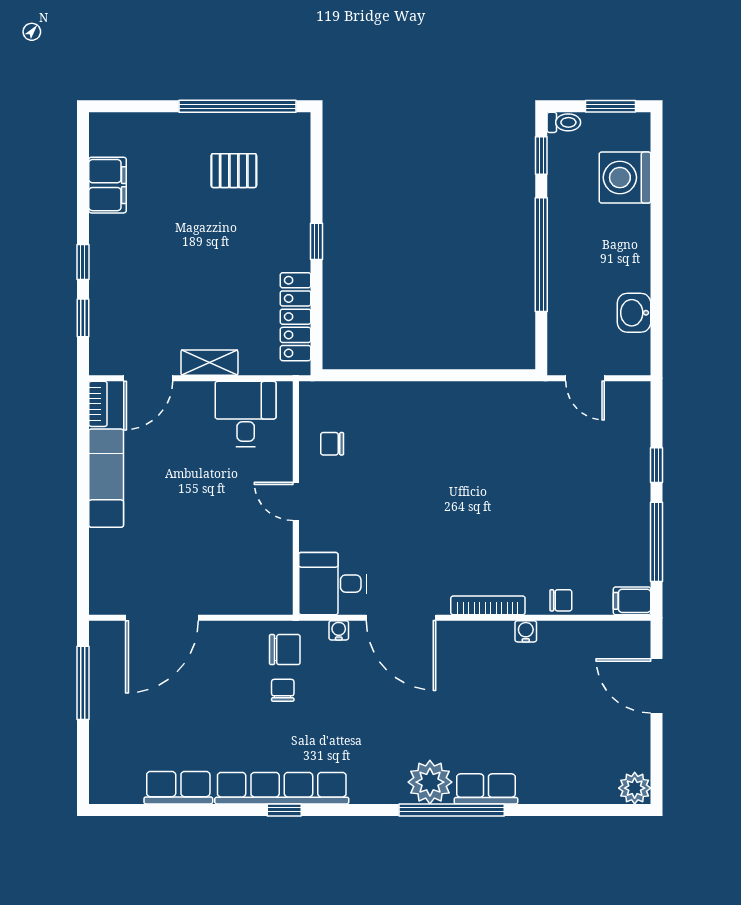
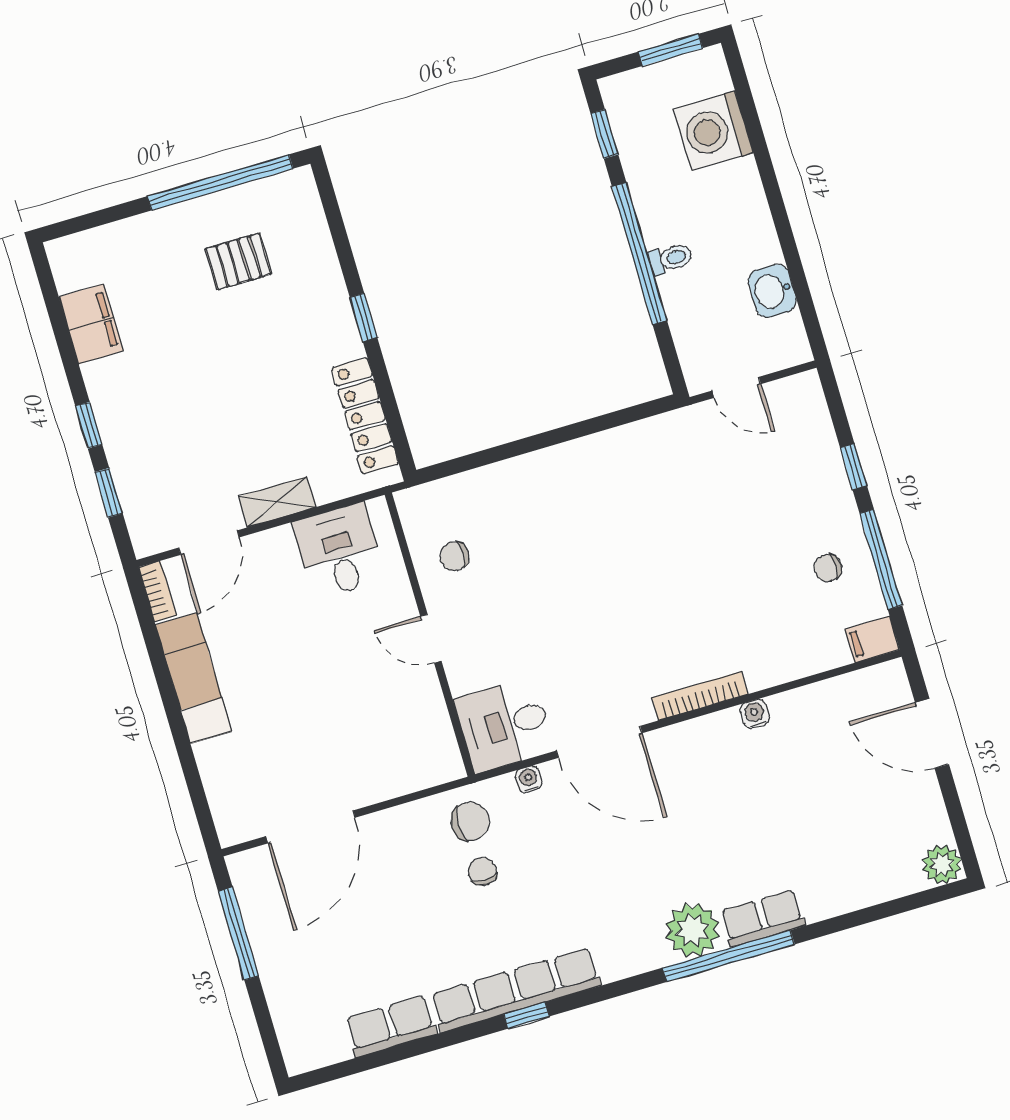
toilet: (564, 122) -> (671, 259), moved
chair: (561, 600) -> (828, 568), moved, turned 180

